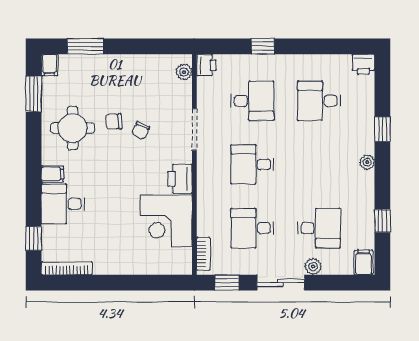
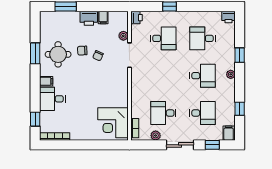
filing cabinet: (49, 65) -> (103, 17), moved
plant: (184, 72) -> (123, 36), moved
window: (34, 94) -> (35, 53), moved
desk: (252, 164) -> (203, 76), moved, turned 180
printer: (180, 179) -> (89, 18), moved, turned -90
corner desk: (166, 221) -> (113, 123), moved
plant: (313, 266) -> (156, 135), moved
window: (227, 283) -> (212, 145), moved

